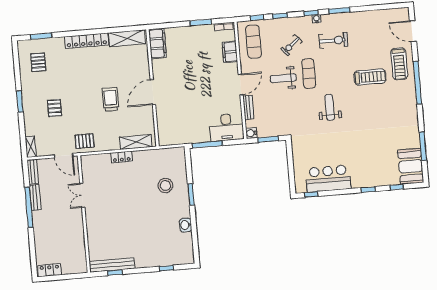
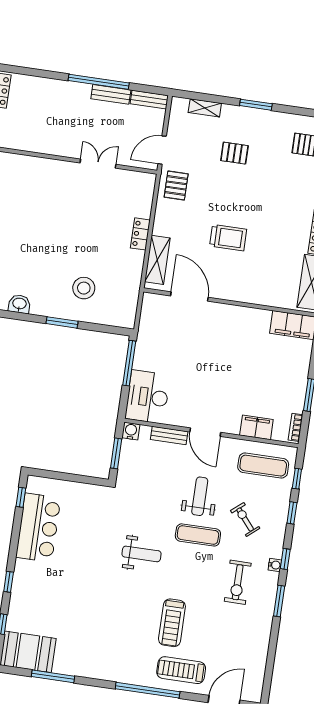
door: (153, 92) -> (189, 297), moved
shelving: (31, 147) -> (205, 108), moved

